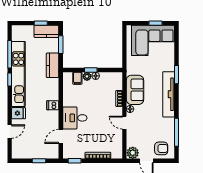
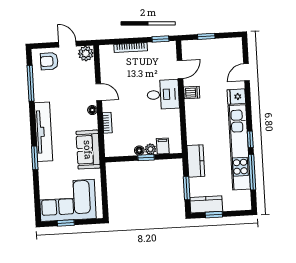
sofa: (135, 90) -> (88, 150), moved
dishwasher: (53, 105) -> (192, 93), moved

